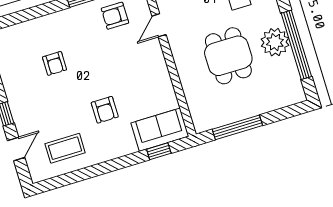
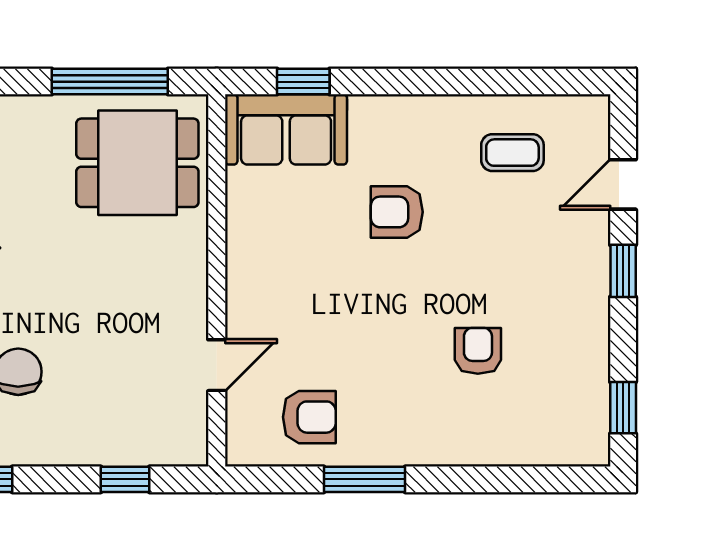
dining table: (228, 56) -> (137, 163), moved, turned 90
armchair: (105, 110) -> (397, 212), turned -90
coffee table: (65, 148) -> (512, 153), width x0.73, depth x0.77

